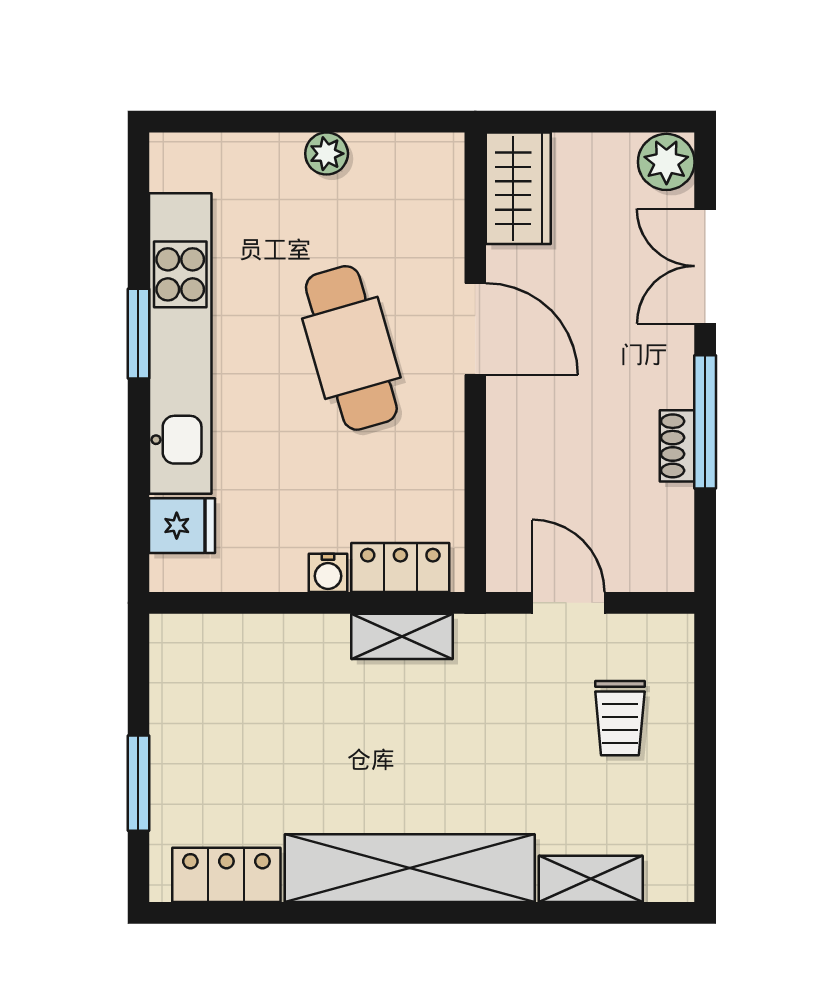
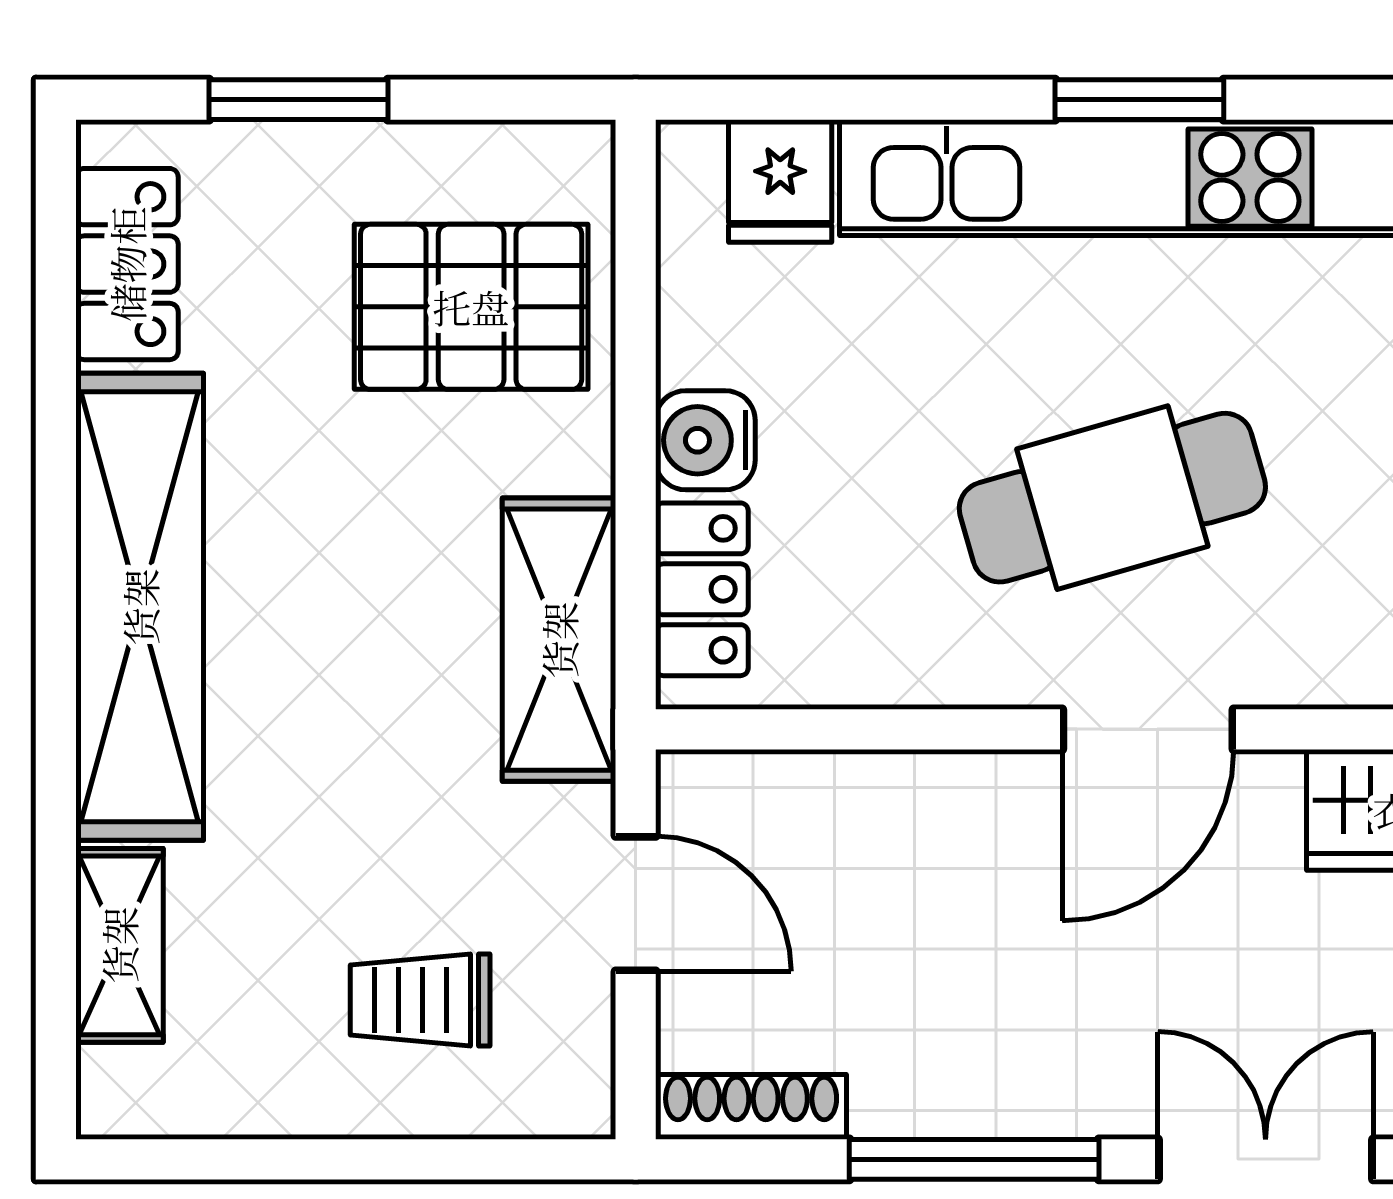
shoe rack: (677, 446) -> (751, 1107), moved, width x1.43
water cooler: (328, 573) -> (705, 440), width x1.38, depth x1.38
door: (568, 603) -> (636, 904), hinge flipped
shelving: (402, 636) -> (559, 640), width x1.50, depth x1.33
pallet: (249, 691) -> (471, 307), added

